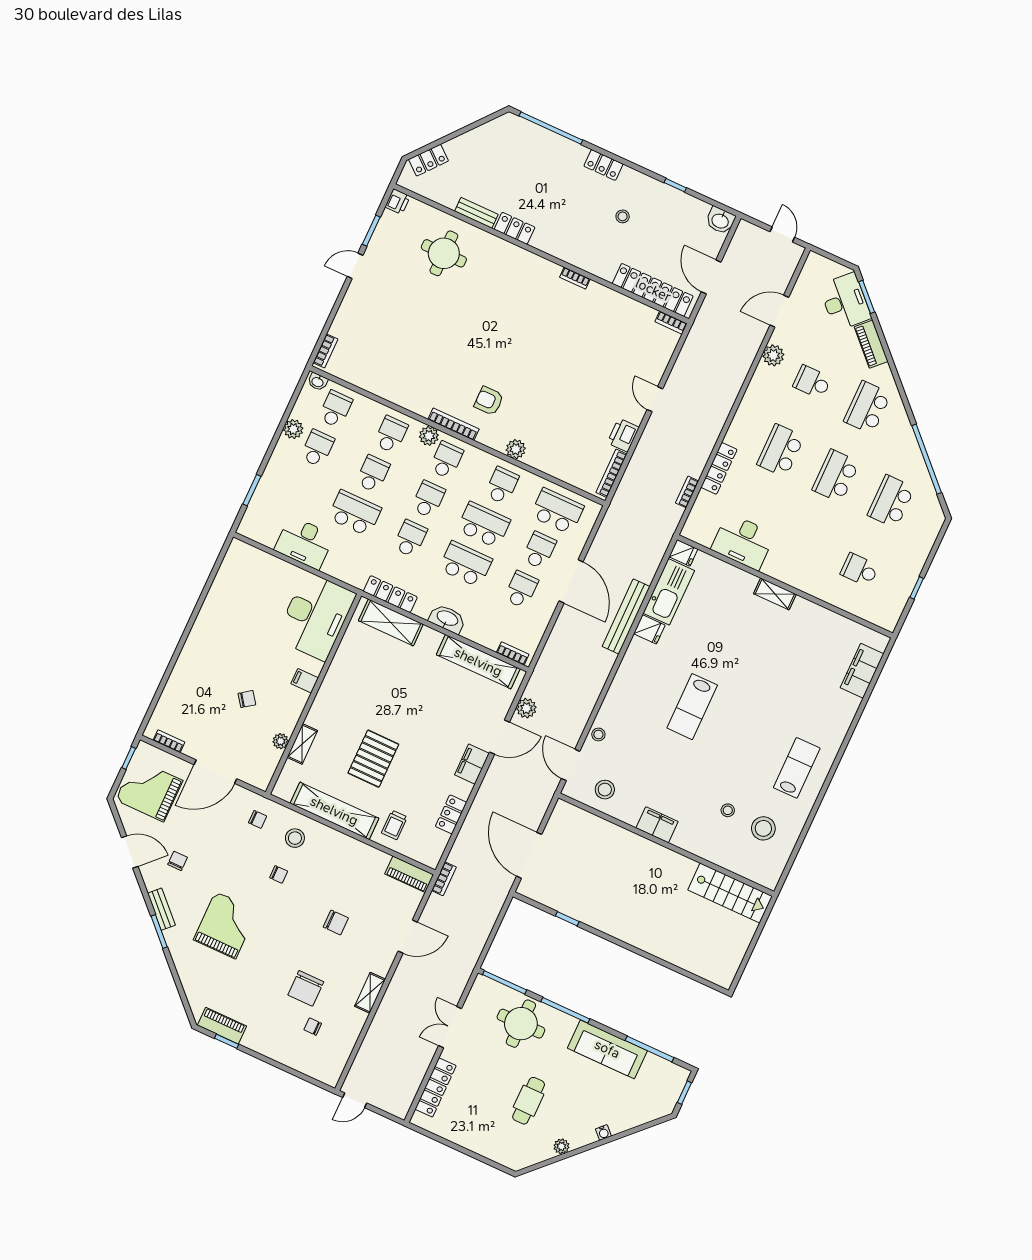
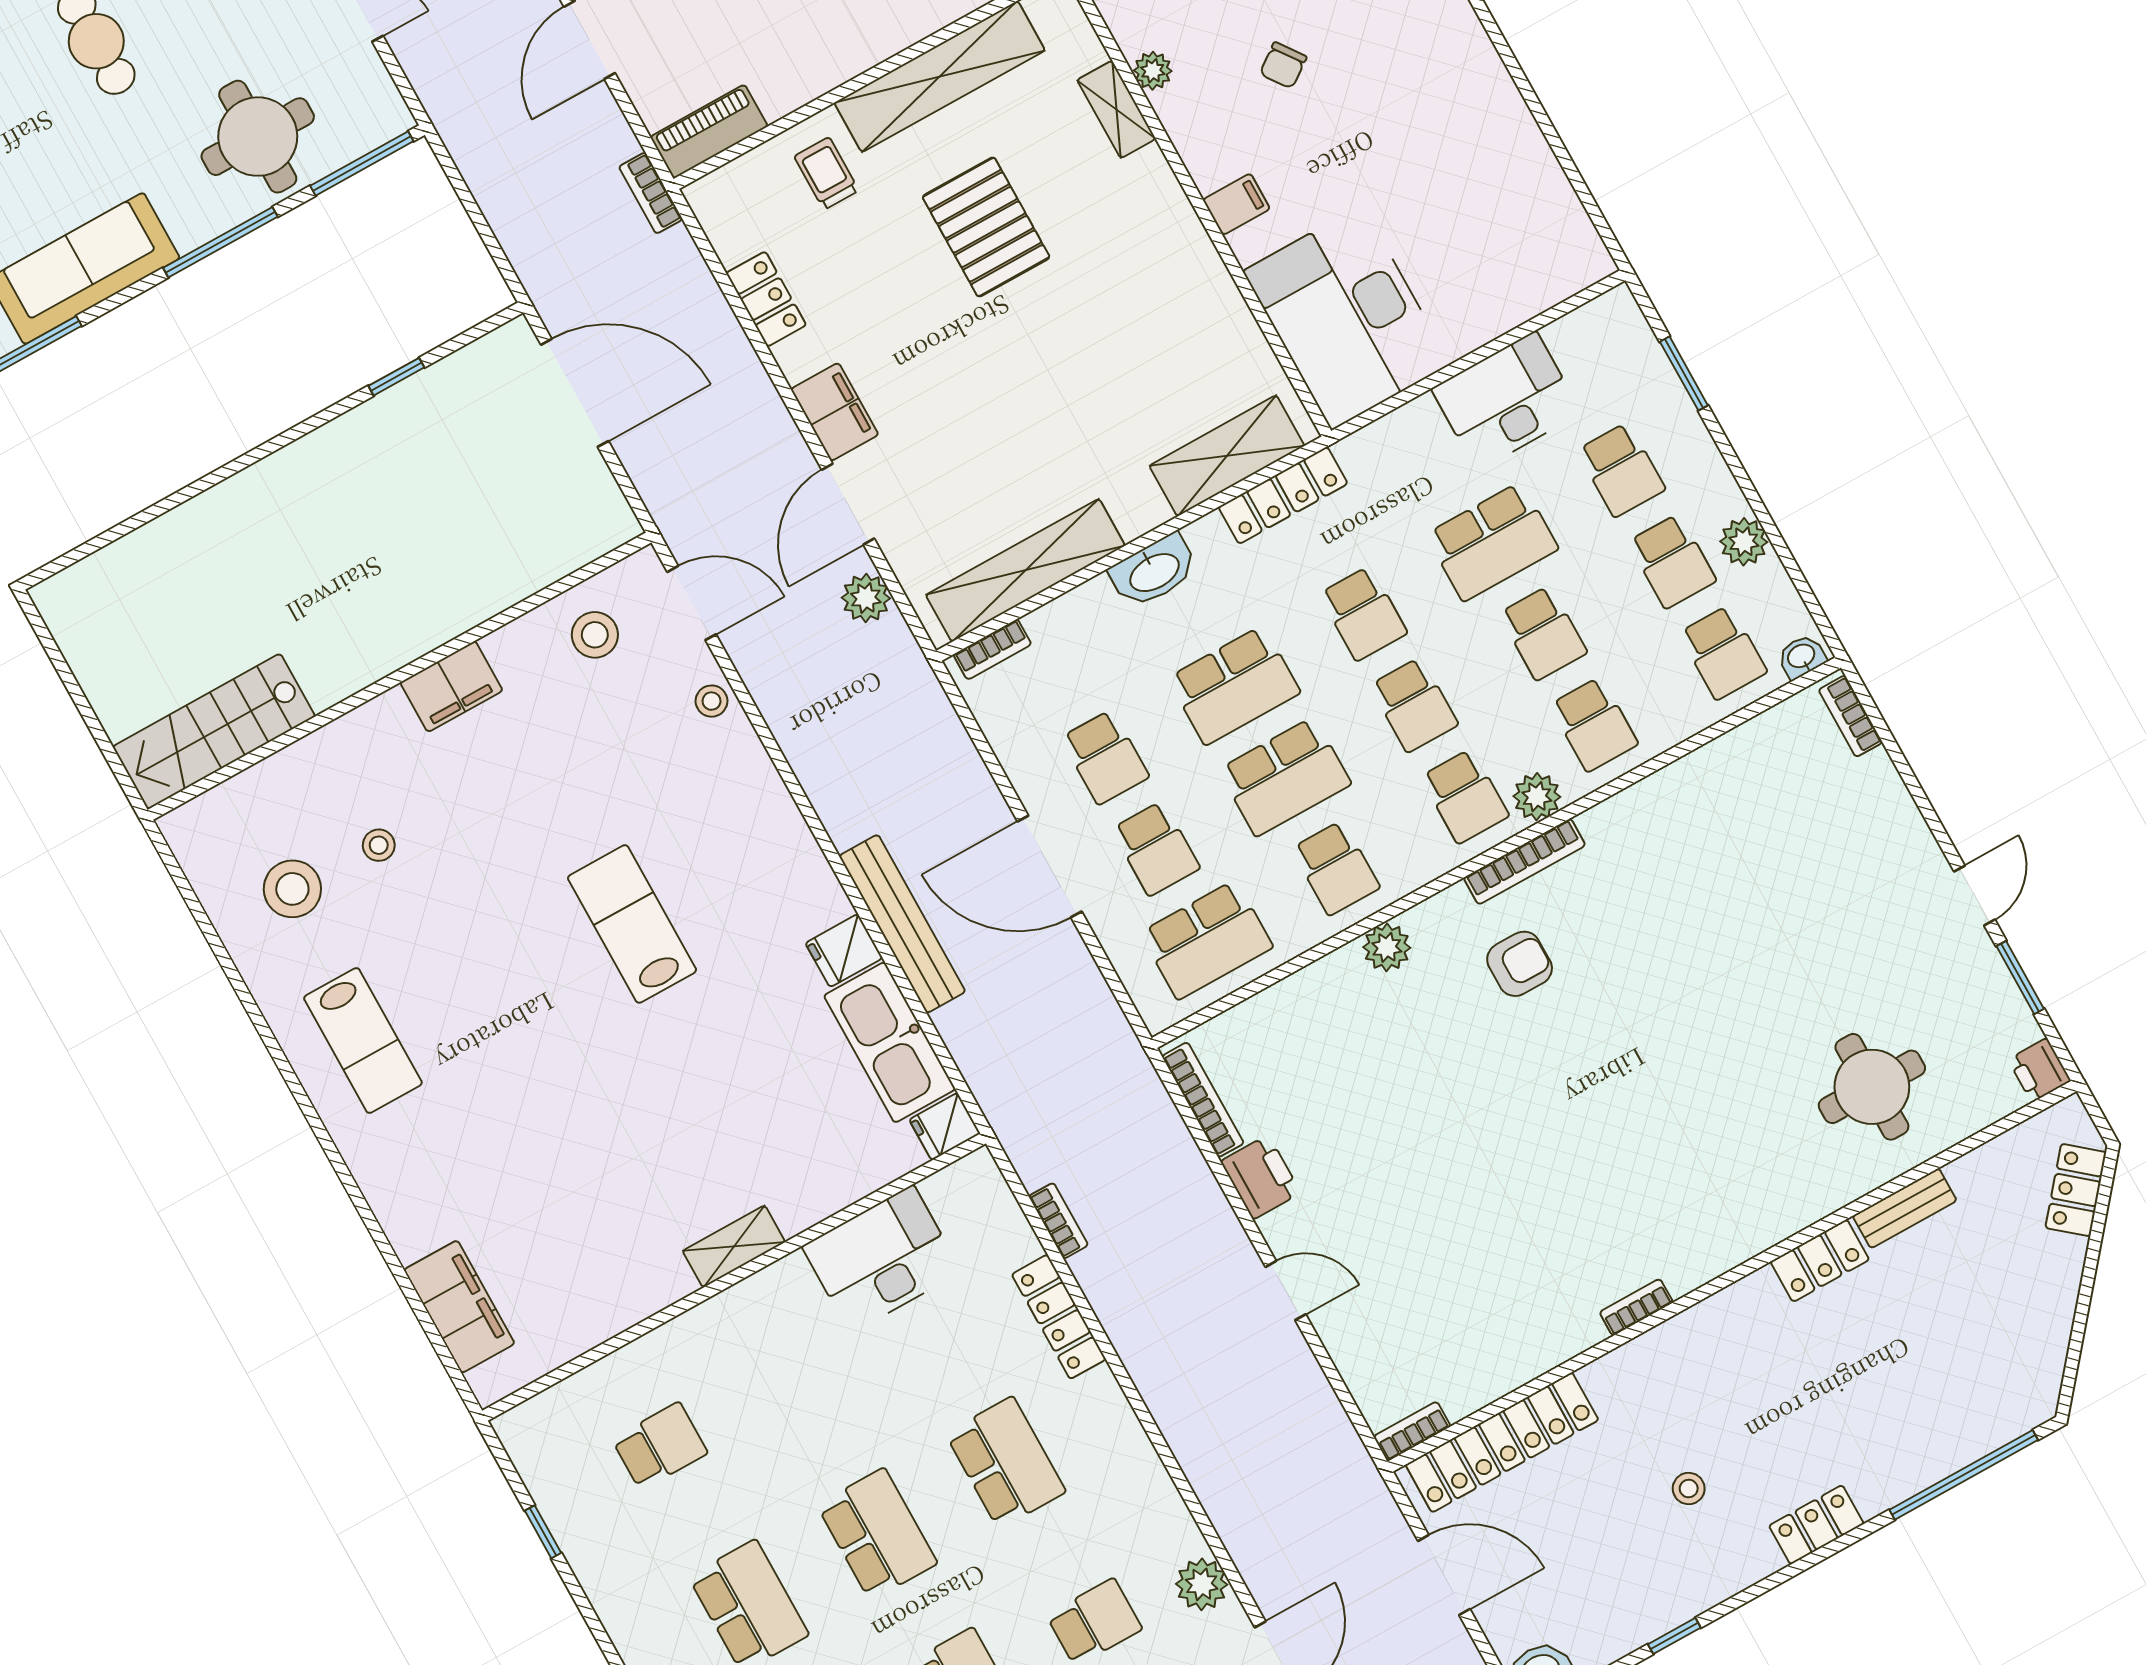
school desk: (299, 488) -> (1621, 470), added

